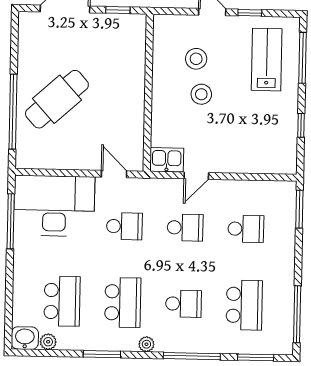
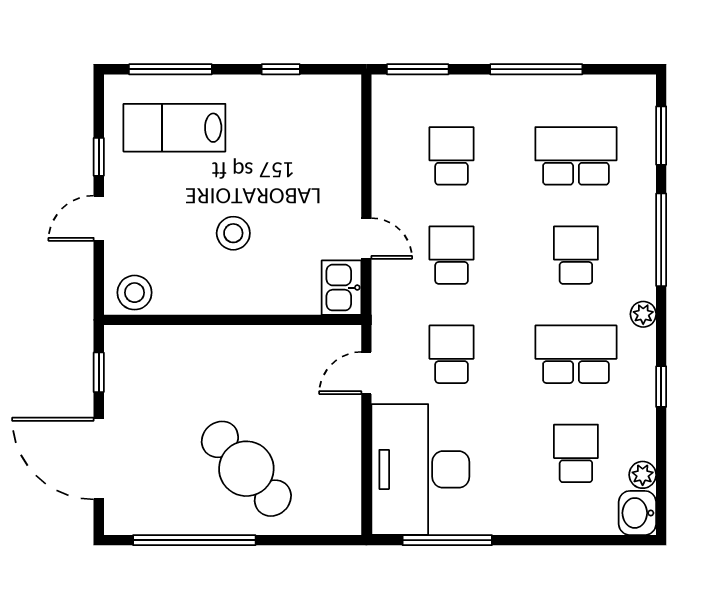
stool: (196, 59) -> (135, 293), moved
window: (13, 112) -> (194, 540), moved
school desk: (62, 301) -> (576, 453), width x0.54
window: (297, 314) -> (536, 69), moved
window: (102, 354) -> (661, 387), width x0.67

